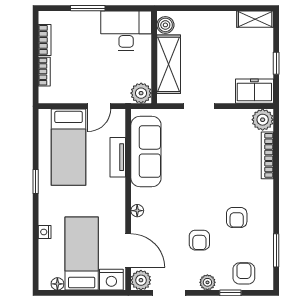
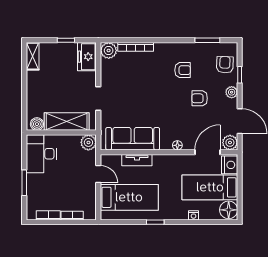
armchair: (199, 240) -> (200, 98), turned 180
armchair: (244, 273) -> (225, 65), turned 92
floor lamp: (57, 284) -> (229, 210), width x1.89, depth x1.89

